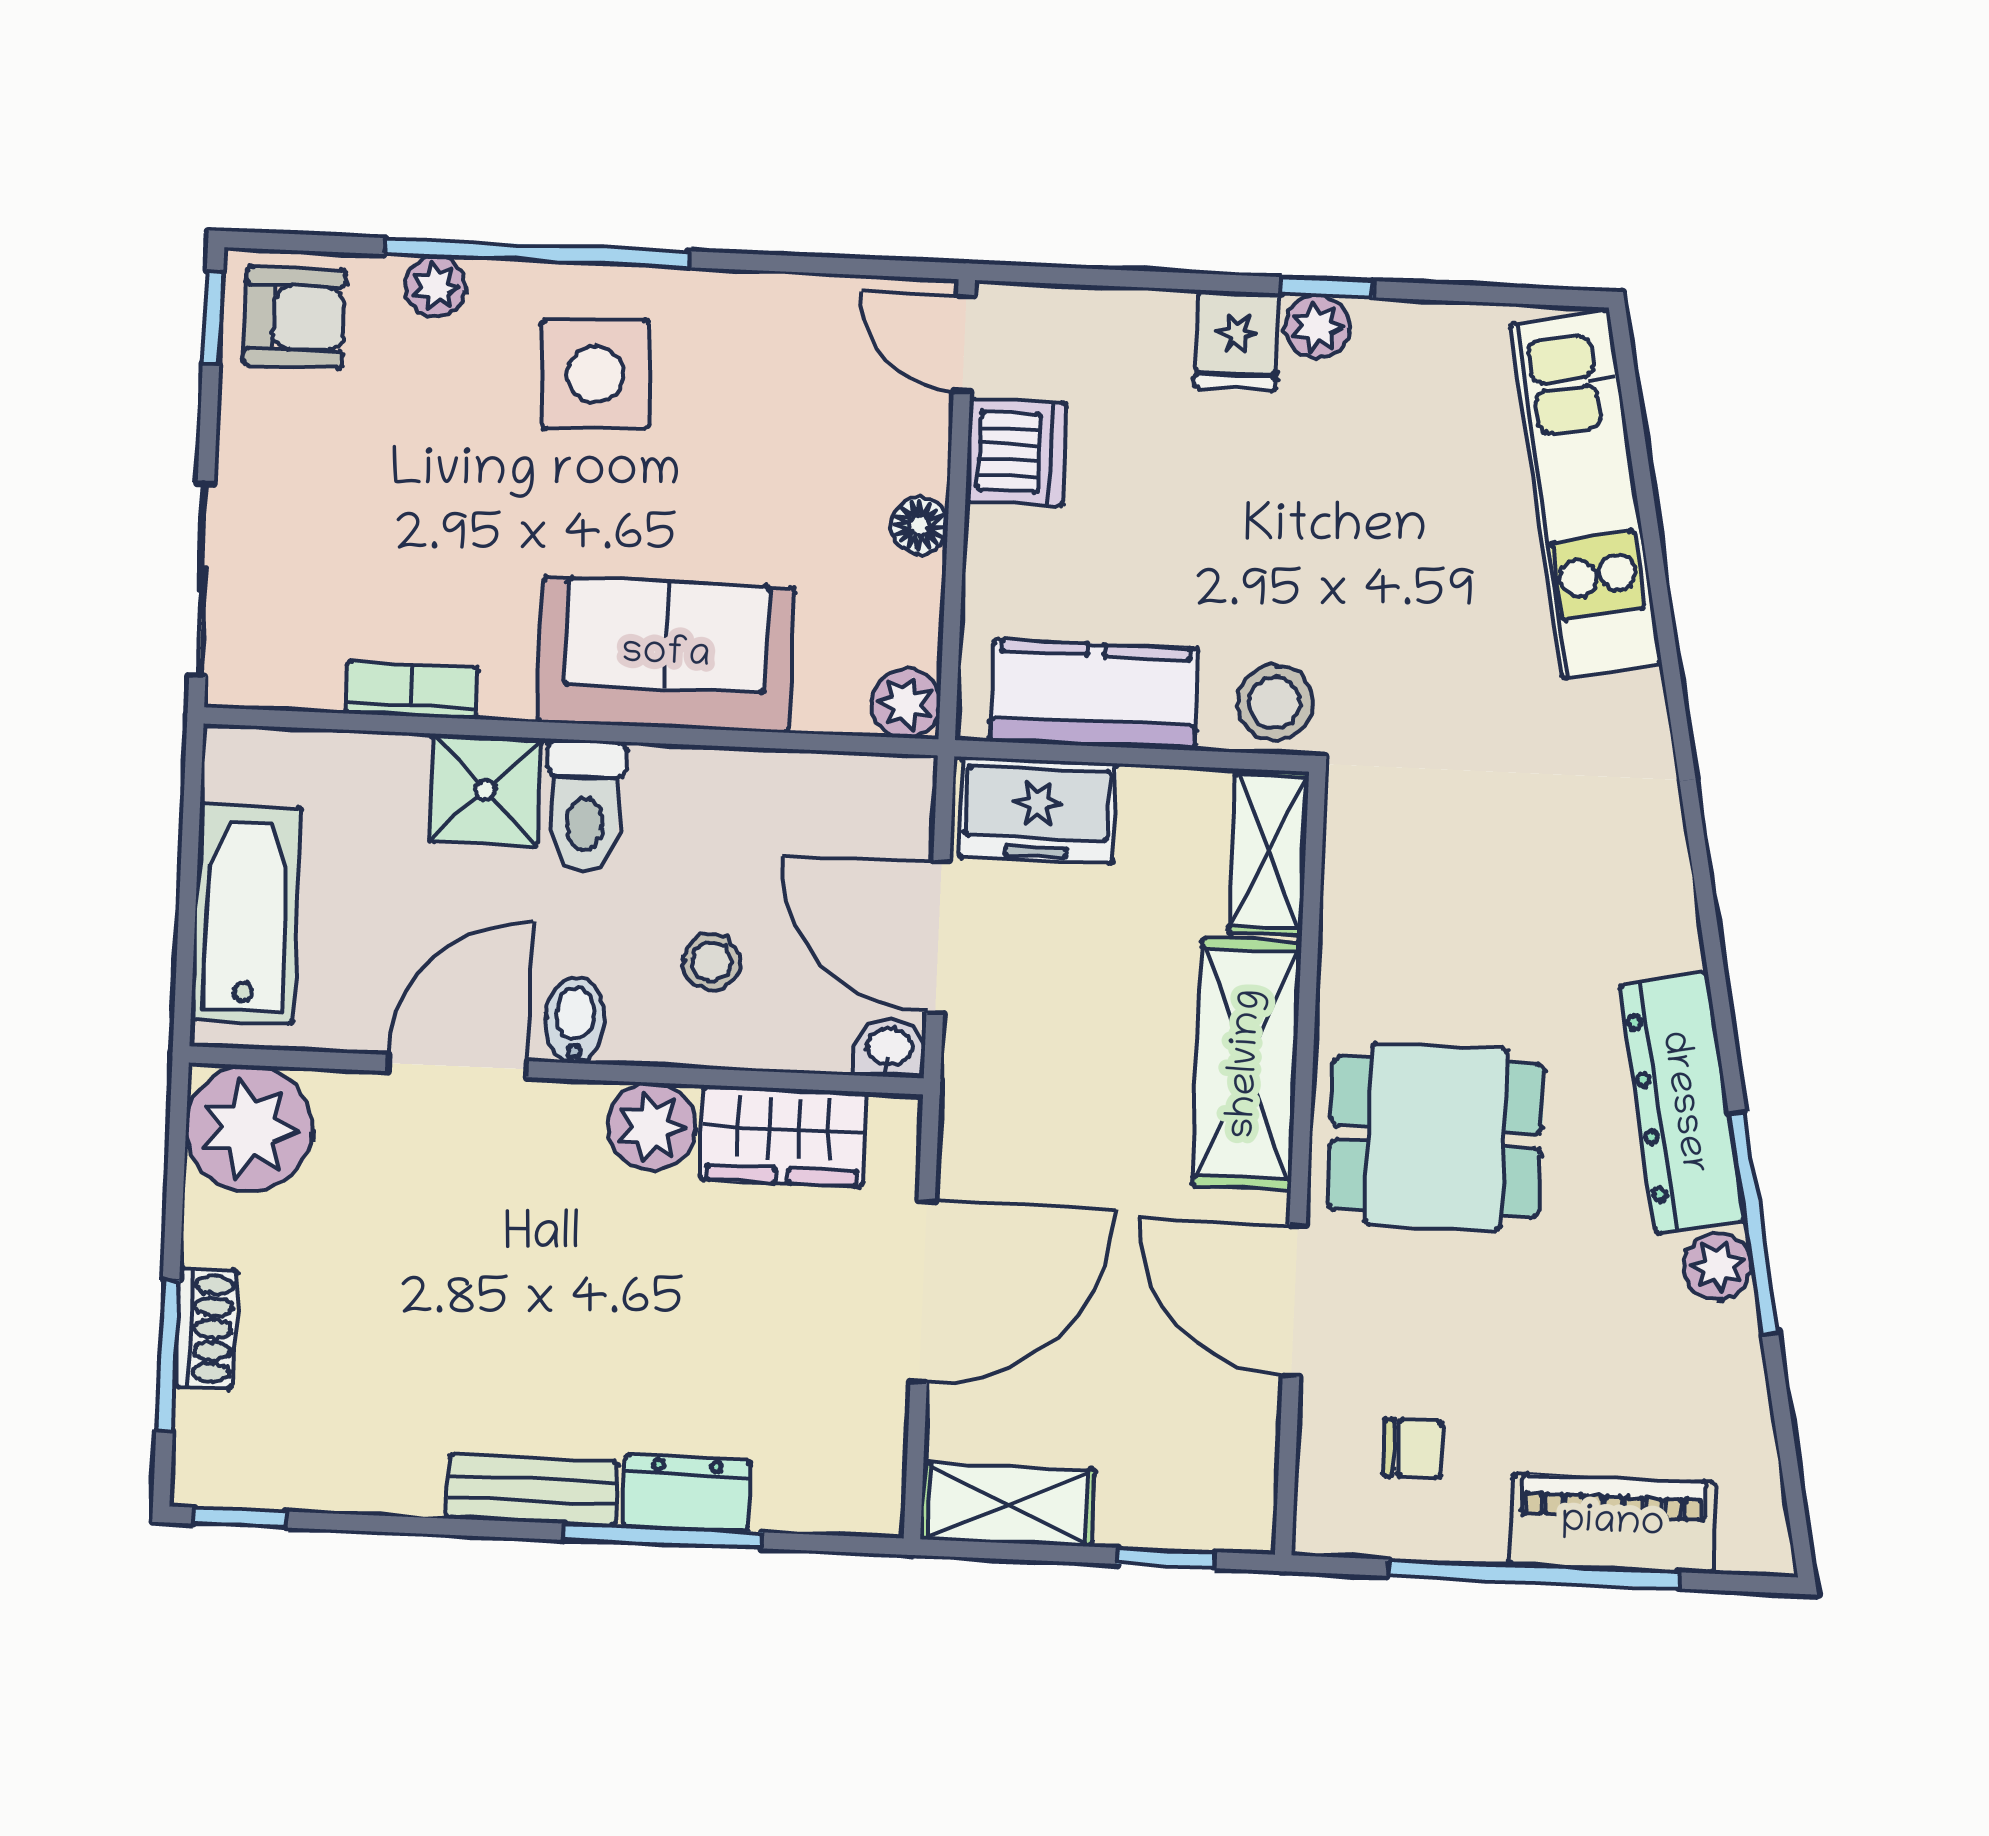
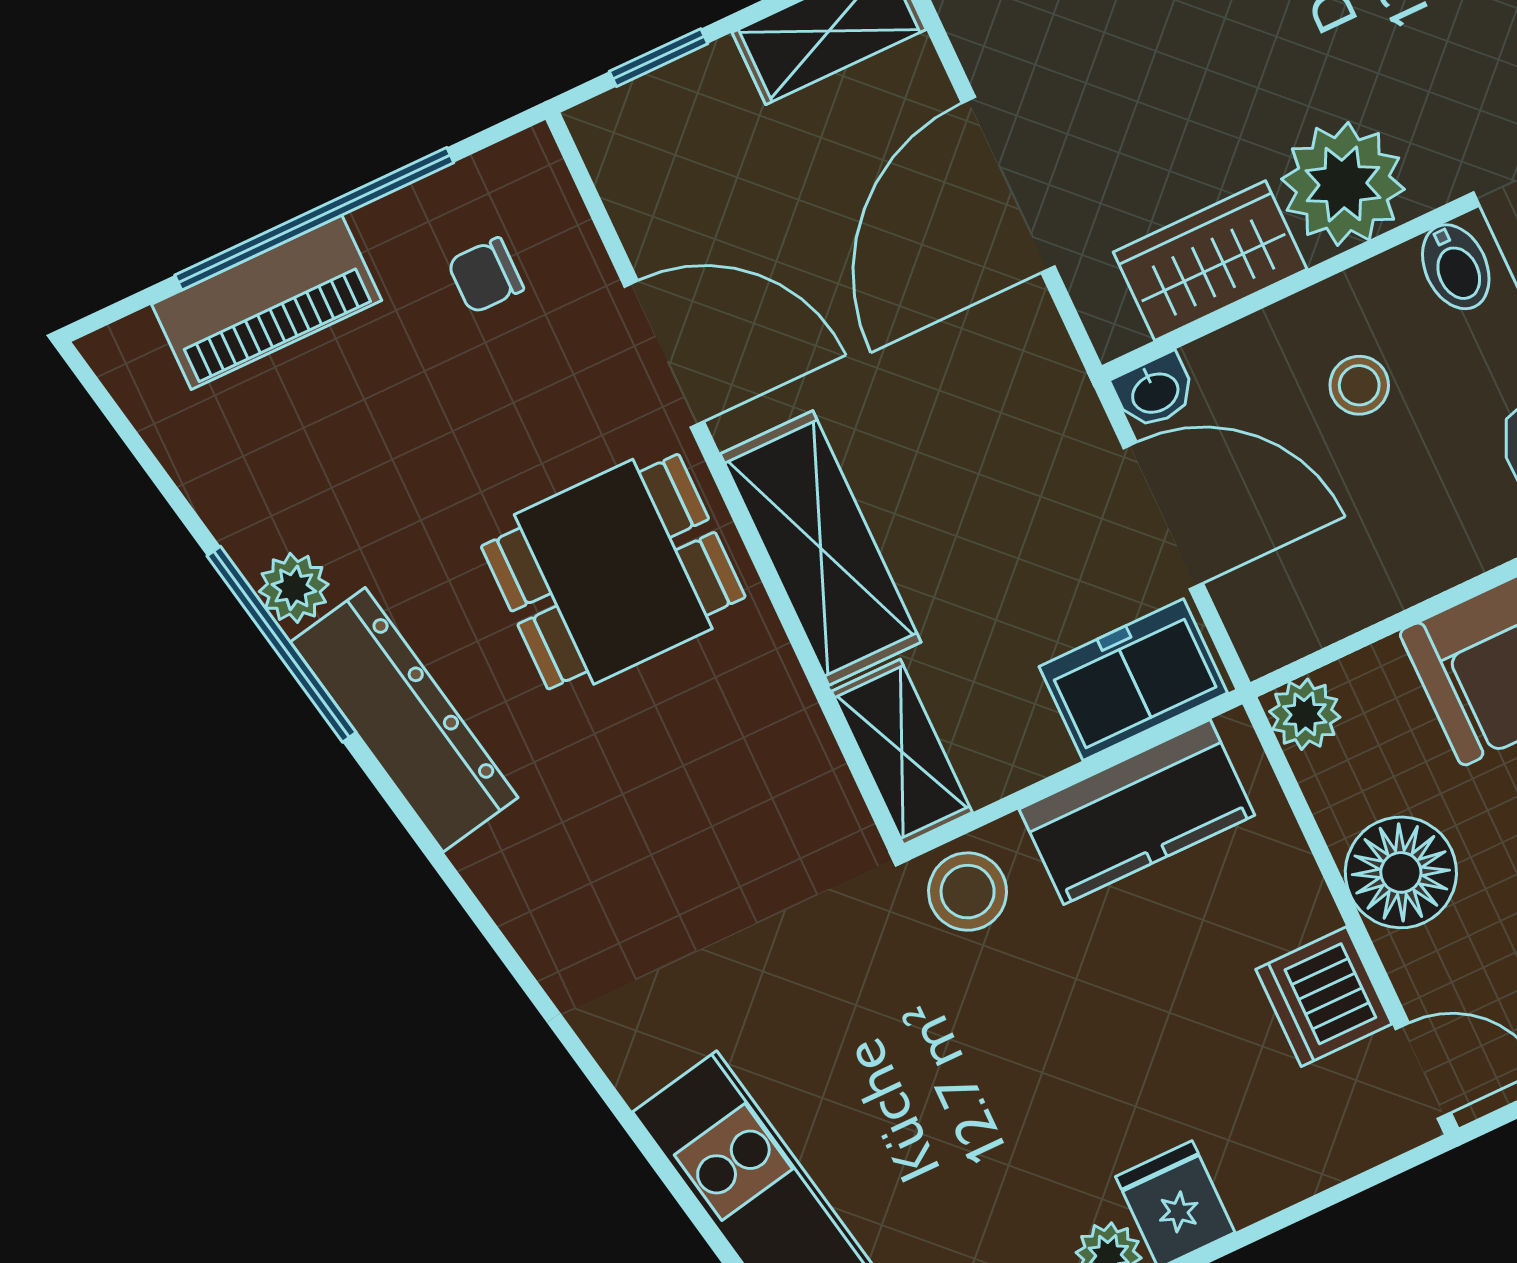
floor lamp: (919, 526) -> (1401, 872), width x1.89, depth x1.89
plant: (651, 1127) -> (1343, 184), width x1.36, depth x1.36

